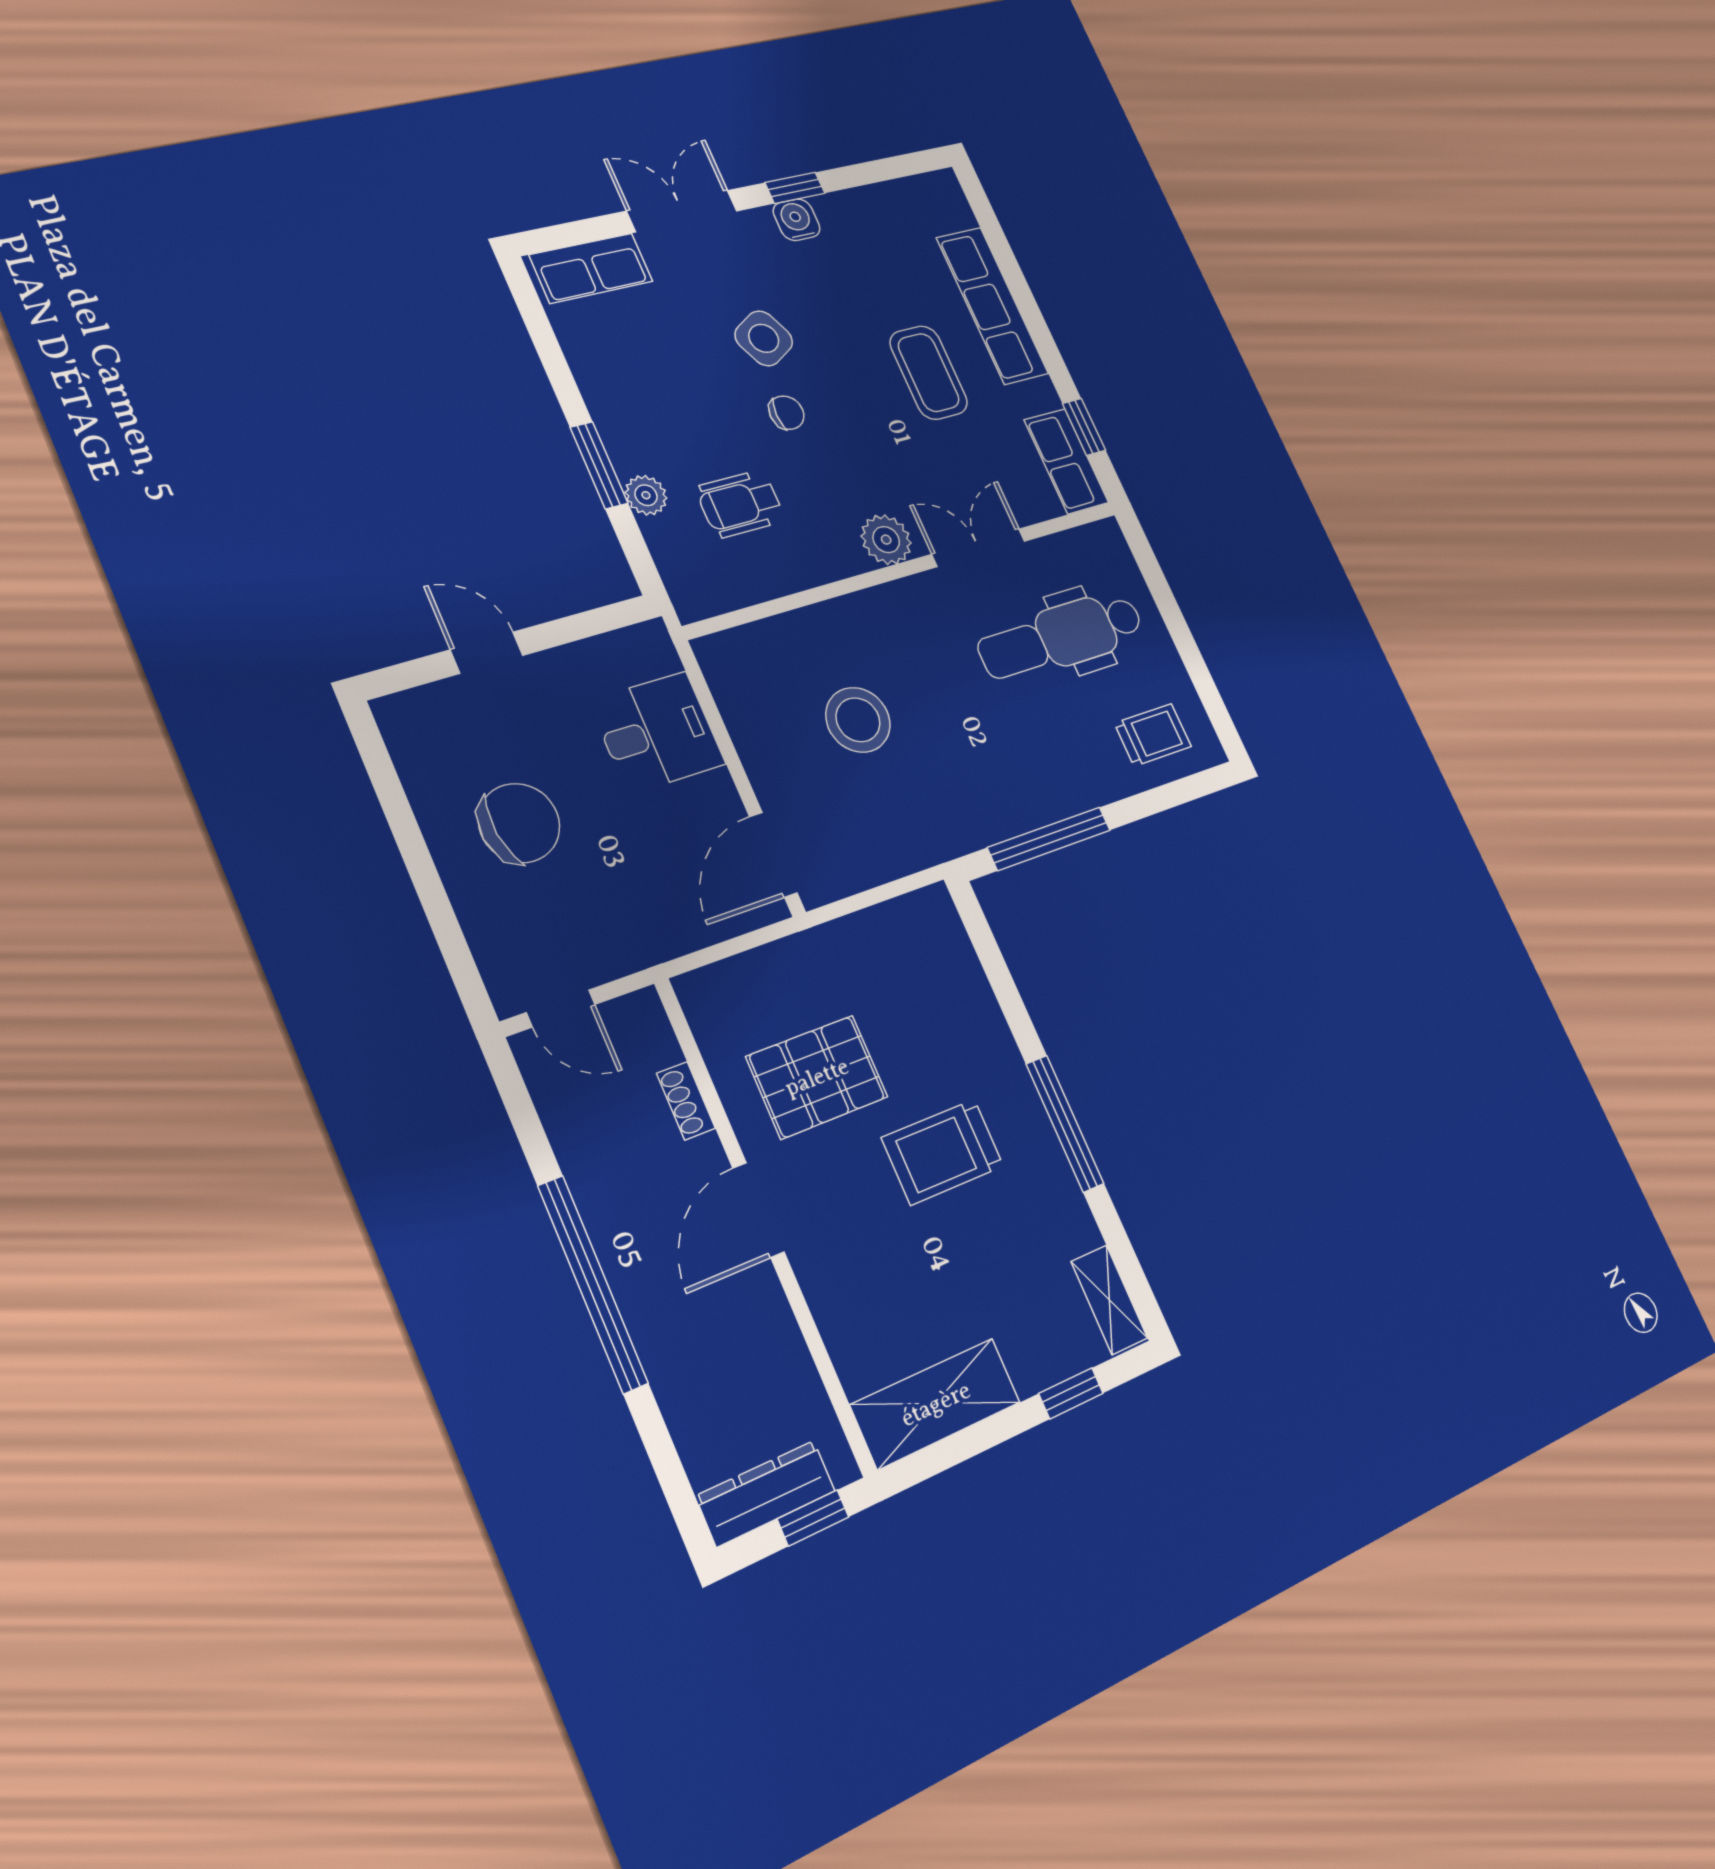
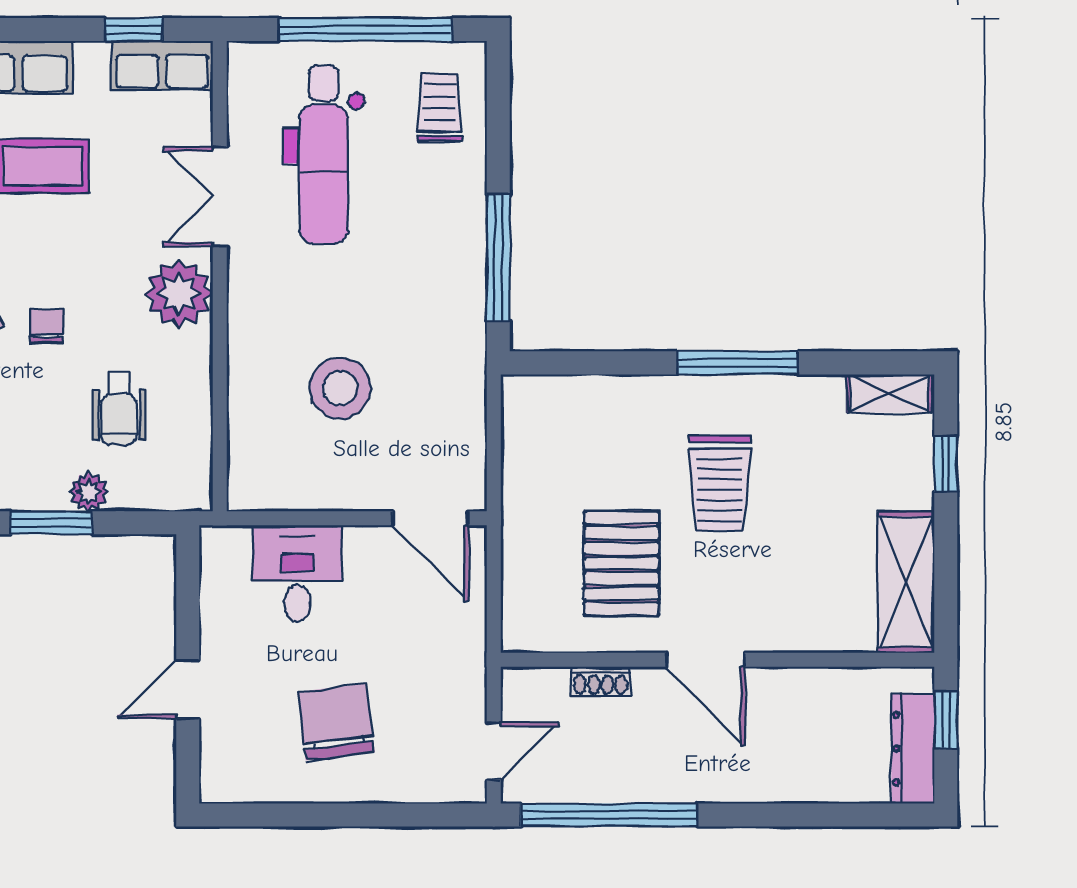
plant: (886, 540) -> (179, 294), width x1.36, depth x1.36
window: (1185, 642) -> (365, 30), added
window: (593, 1284) -> (609, 815), moved

